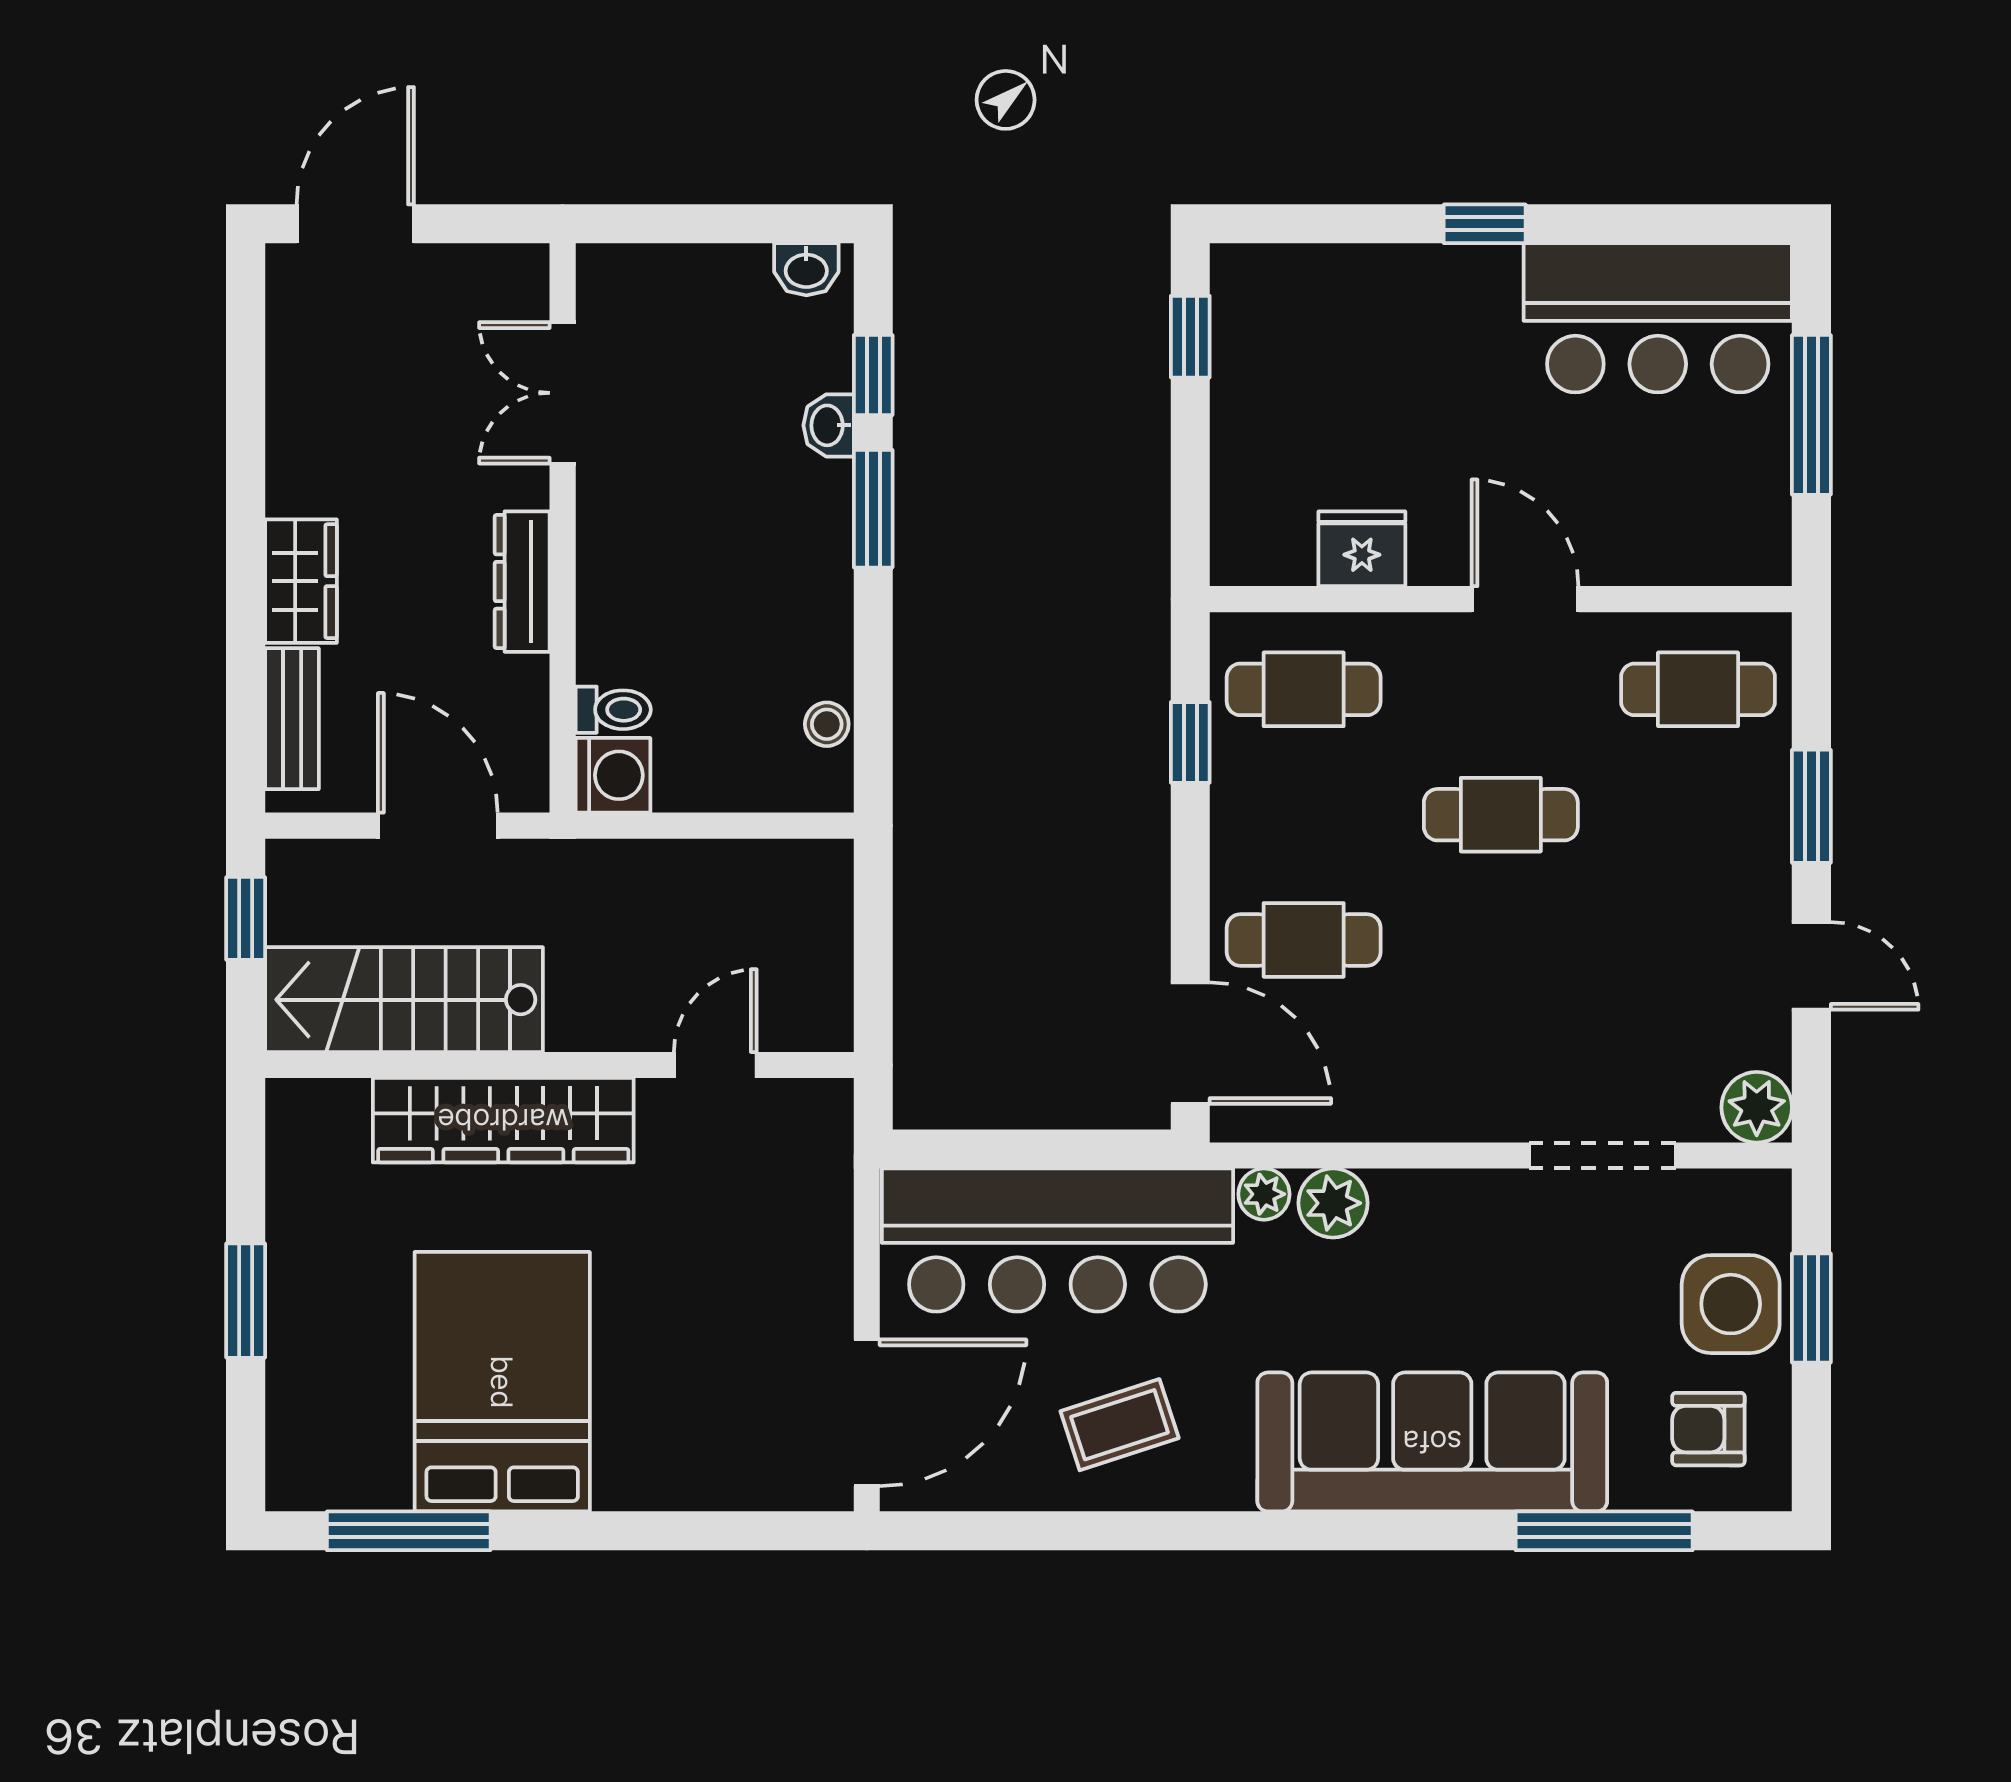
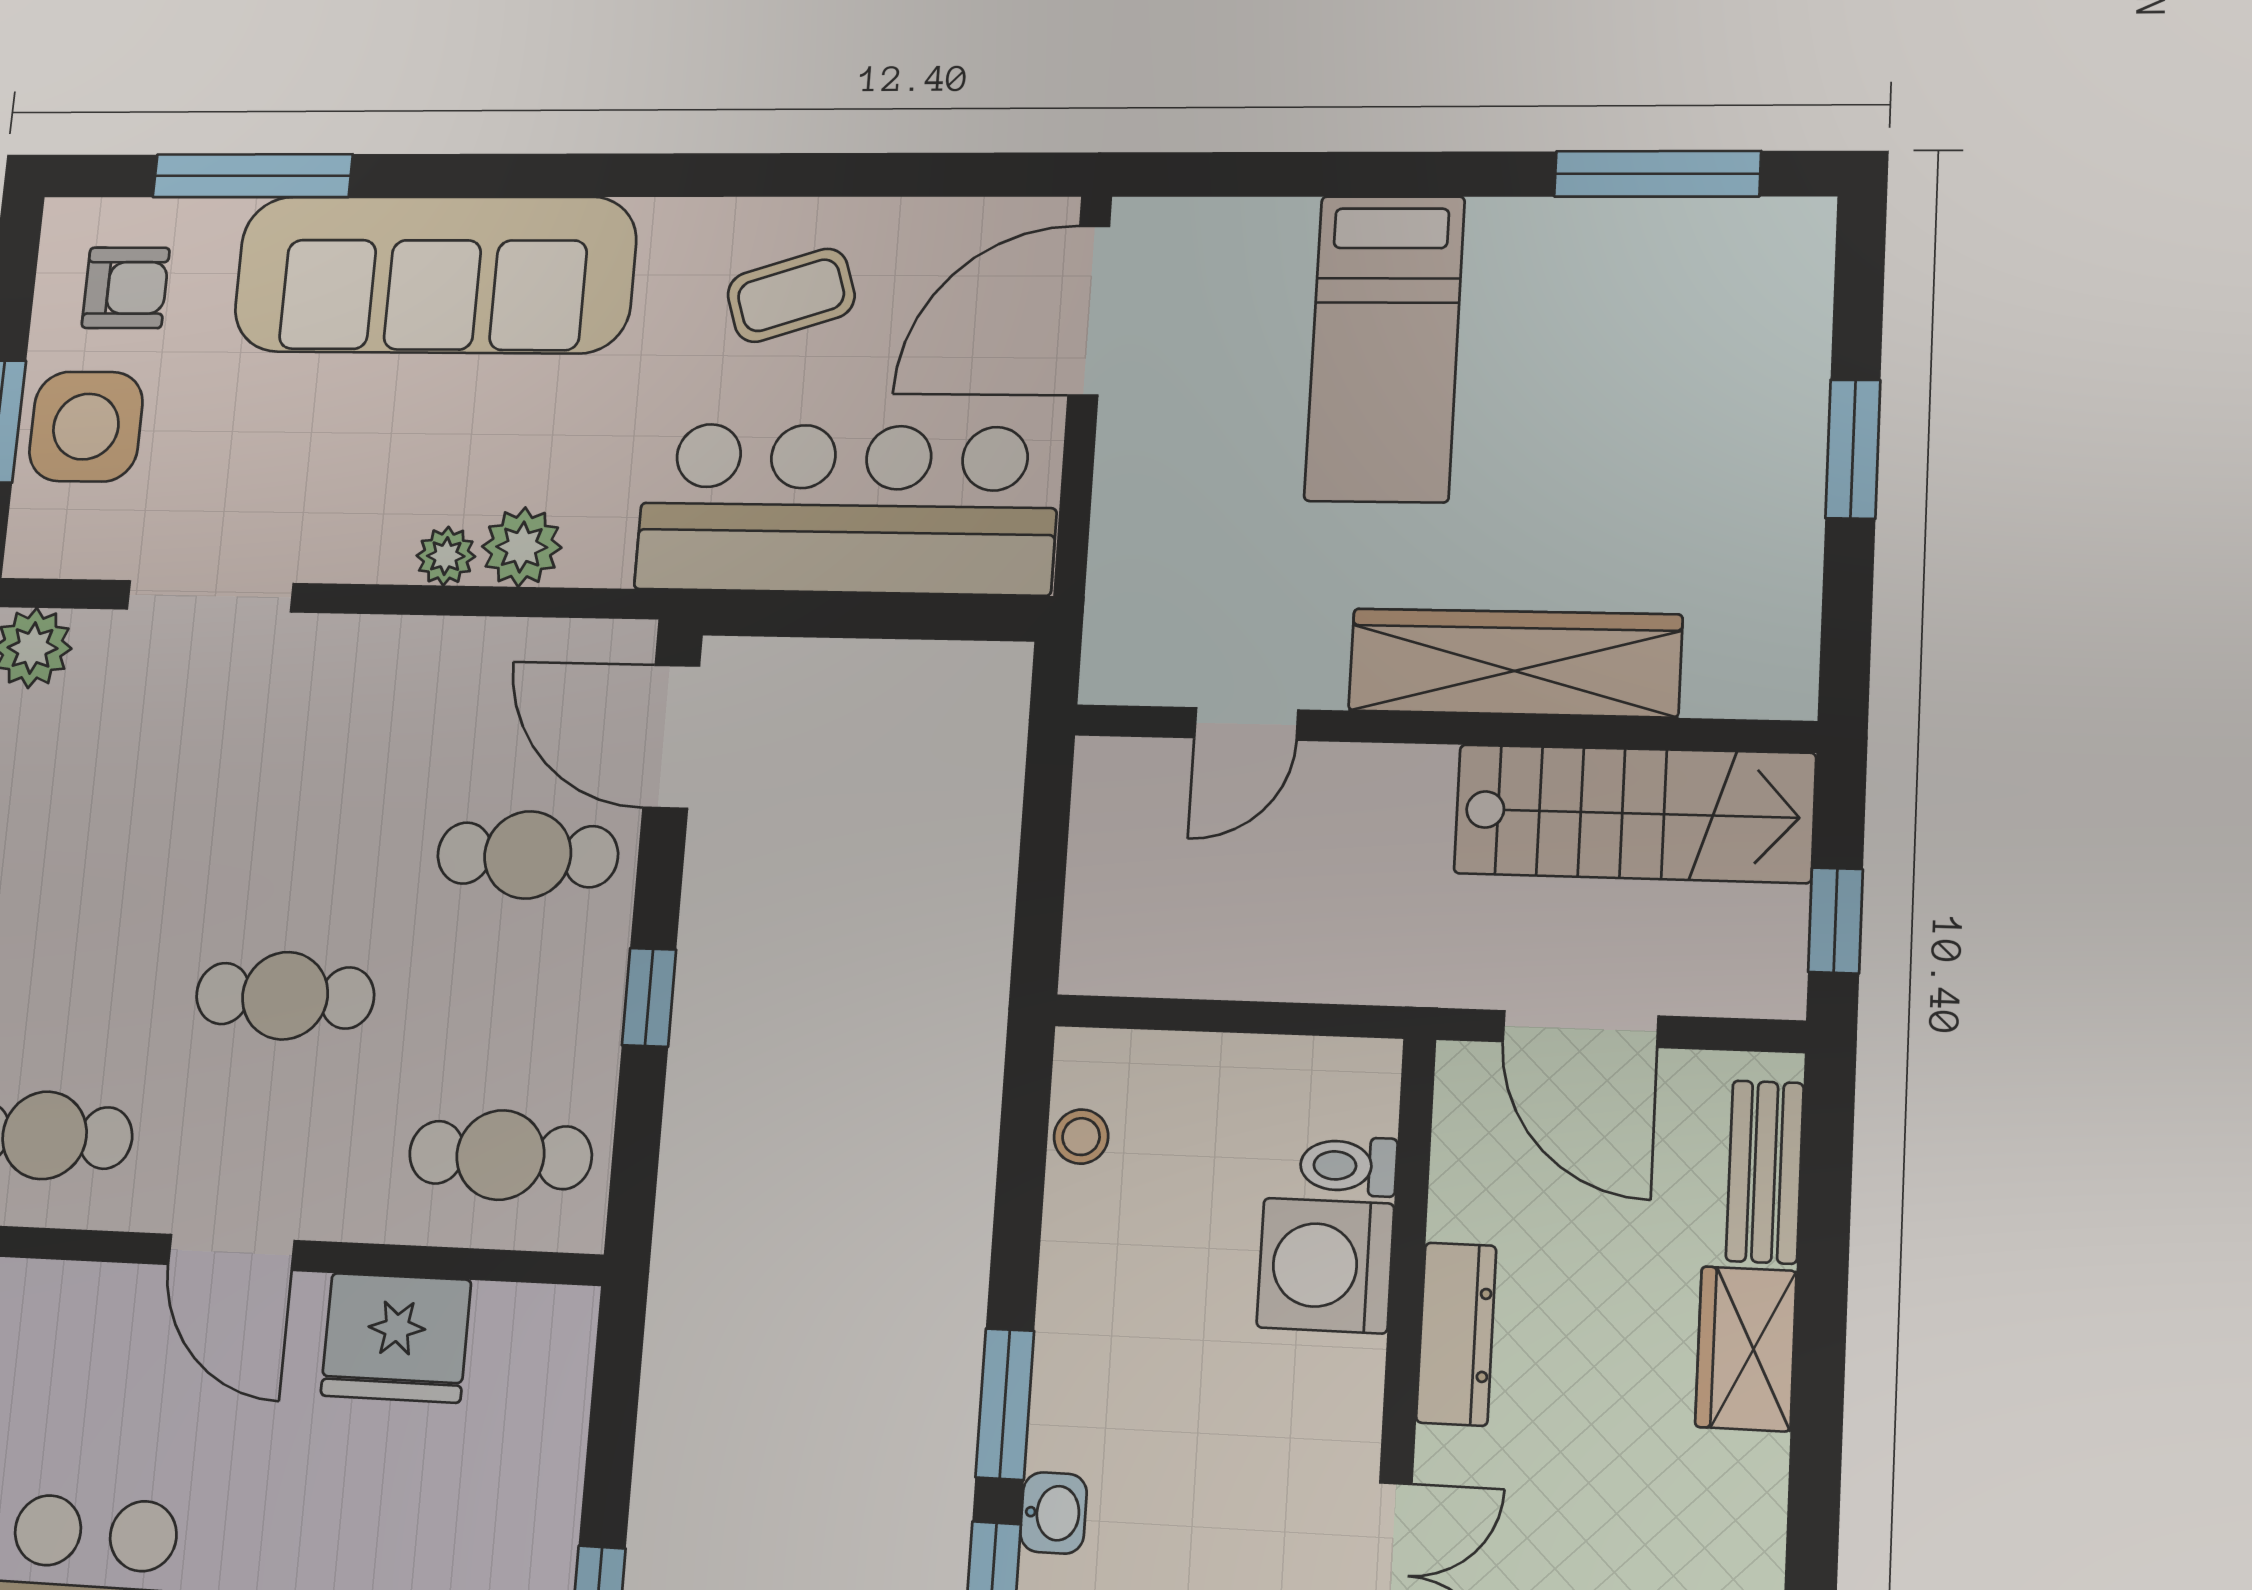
fridge: (1362, 549) -> (396, 1338), width x1.36, depth x1.34
window: (1190, 742) -> (649, 997), moved
washing machine: (613, 775) -> (1325, 1266), moved, width x1.37, depth x1.37
plant: (1264, 1194) -> (446, 556), moved
bed: (502, 1382) -> (1385, 348), moved, width x0.67

